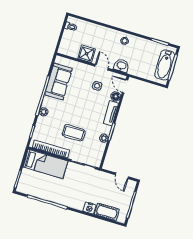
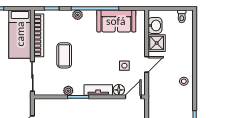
washbasin: (121, 66) -> (155, 25), moved

